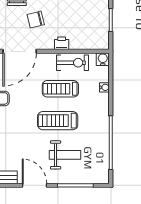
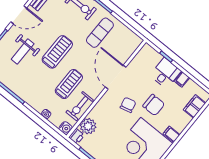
plant: (84, 40) -> (88, 126), added
printer: (62, 43) -> (77, 136), moved
treadmill: (58, 121) -> (57, 52), moved

